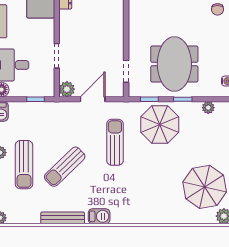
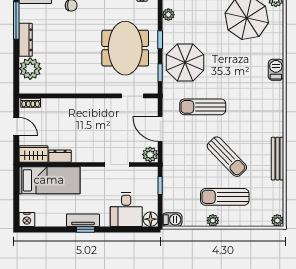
meeting table: (174, 64) -> (125, 48), turned 90
sun lounger: (24, 165) -> (225, 197), turned 180
barbecue: (99, 216) -> (276, 70), moved

